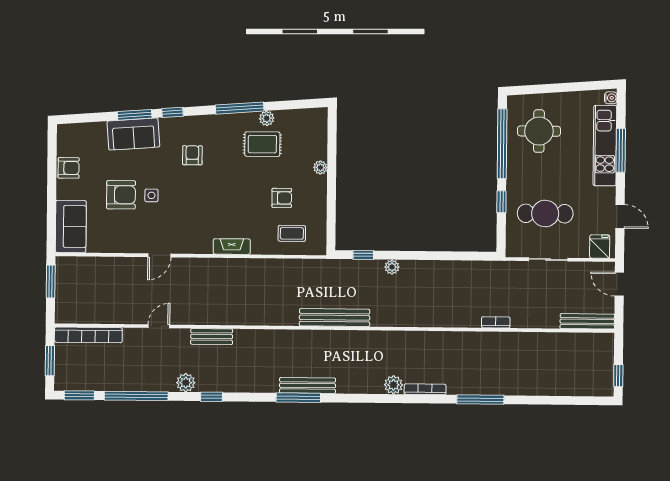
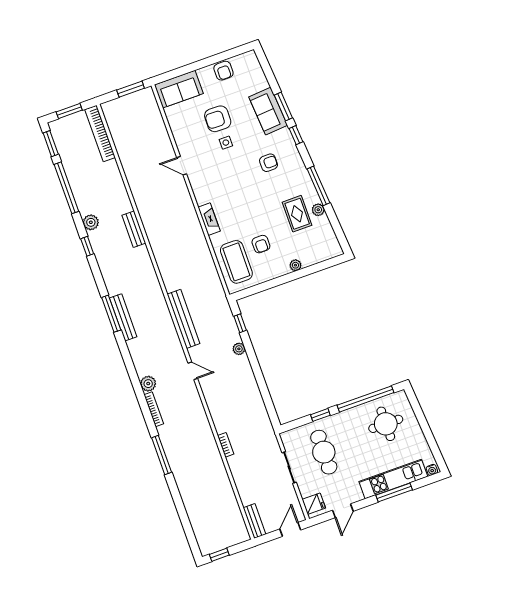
armchair: (121, 195) -> (218, 119), turned 91
coffee table: (292, 233) -> (236, 262), width x1.86, depth x1.72
bench: (587, 321) -> (254, 521), width x0.73
door: (159, 326) -> (193, 371), moved

